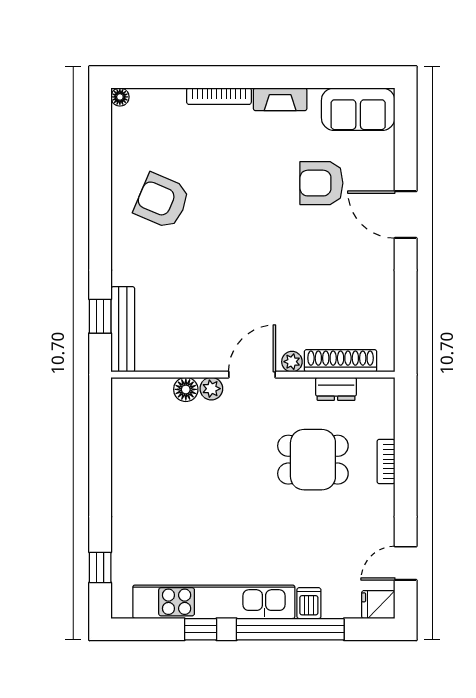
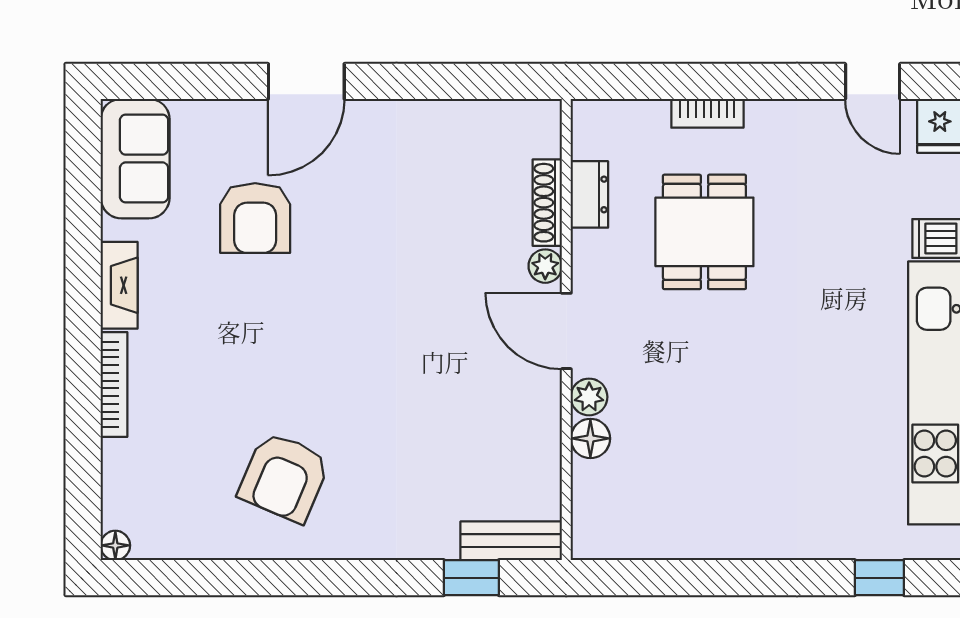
bench: (123, 329) -> (511, 541), width x0.73
shoe rack: (341, 361) -> (547, 203), width x0.74, depth x0.81

